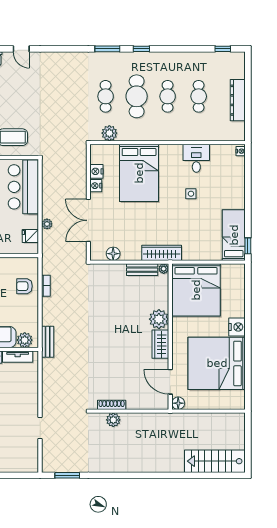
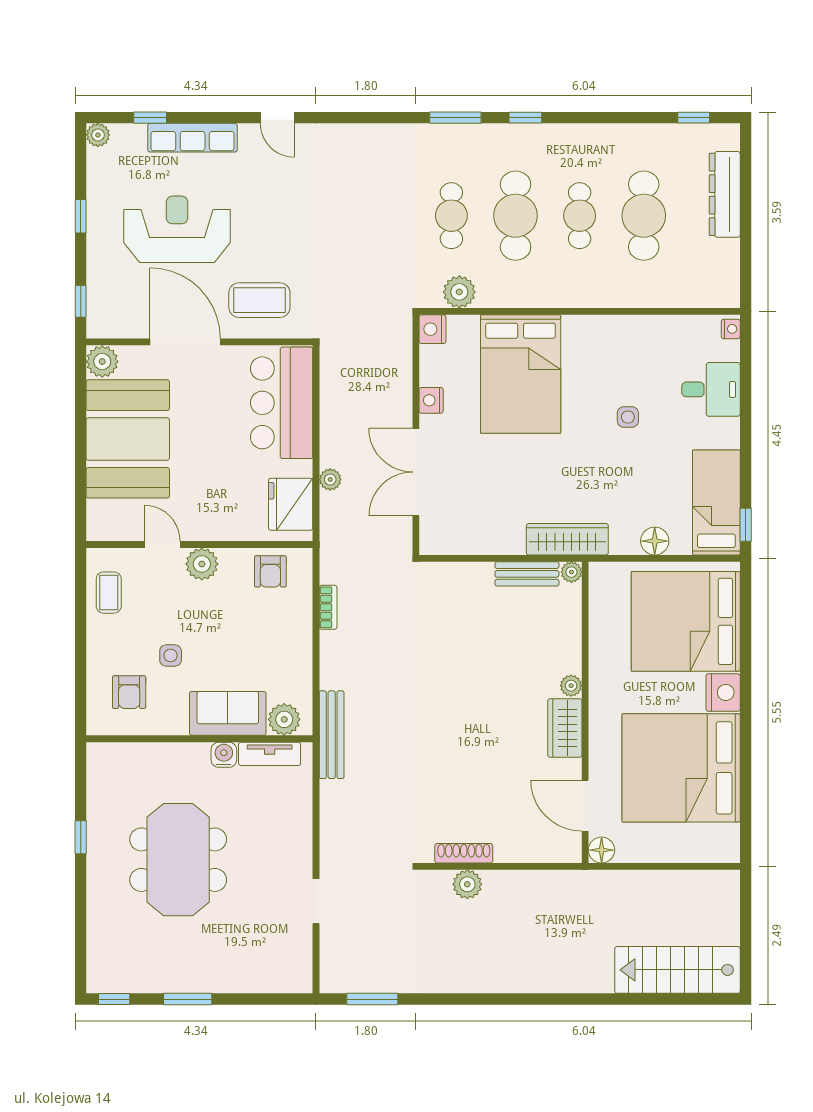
cafe table: (199, 96) -> (644, 216), width x1.37, depth x1.35
dresser: (238, 100) -> (725, 194), moved
desk: (196, 158) -> (711, 389), moved, turned 90
nightstand: (96, 171) -> (433, 329), moved
fridge: (30, 236) -> (291, 504), width x1.88, depth x1.34
floor lamp: (113, 254) -> (655, 541), moved
armchair: (24, 286) -> (270, 571), moved, turned -90
bed: (196, 290) -> (686, 621), moved, turned 90
plant: (159, 319) -> (571, 686), width x0.53, depth x0.53
bench: (48, 342) -> (332, 735), width x1.36

